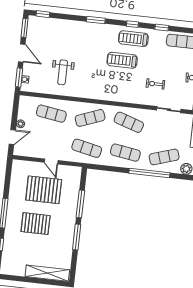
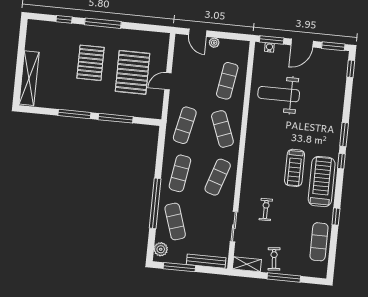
window: (132, 24) -> (341, 161), moved
treadmill: (133, 39) -> (322, 182), width x1.37, depth x1.38
treadmill: (122, 60) -> (295, 168), turned 180
weight bench: (63, 72) -> (279, 94), width x1.36, depth x1.33

